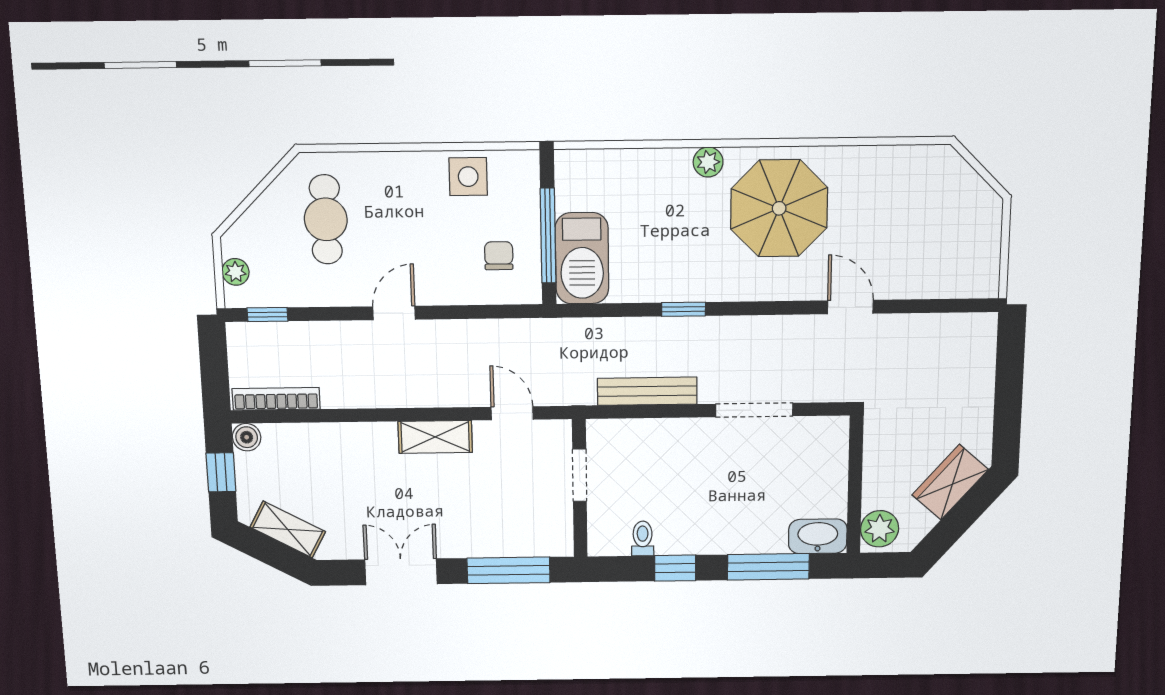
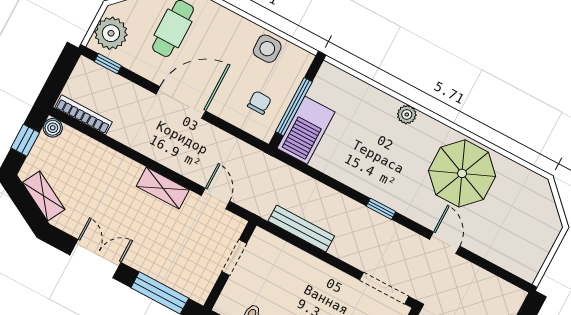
parasol: (779, 208) -> (462, 173), moved
plant: (236, 272) -> (111, 33), width x1.88, depth x1.88
window: (684, 309) -> (381, 209), moved
door: (394, 313) -> (181, 102), width x1.87
doorway: (754, 410) -> (384, 288), moved

